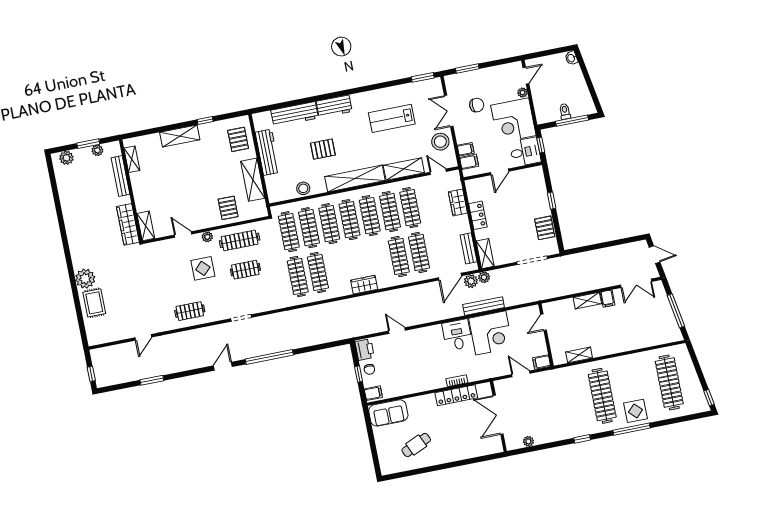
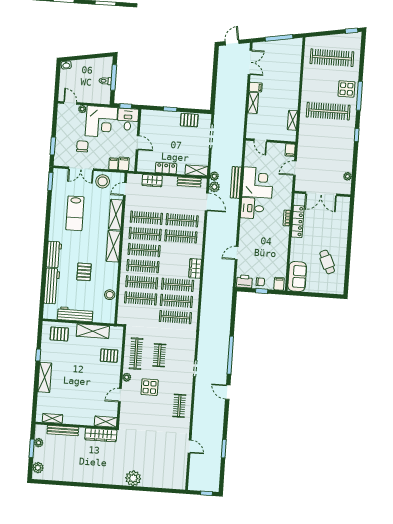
shelving: (355, 178) -> (113, 246), width x0.68
clothes rail: (289, 232) -> (178, 285), moved
rug: (94, 303) -> (153, 476), removed

